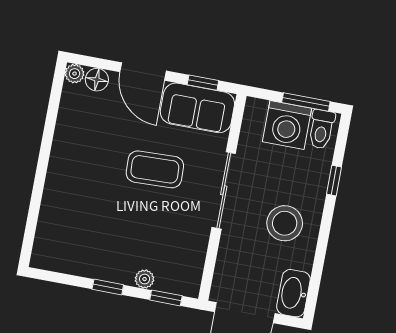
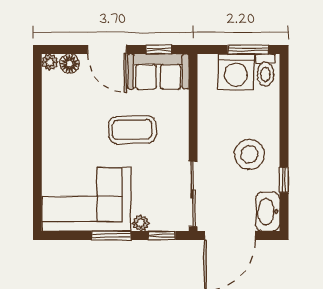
window: (334, 181) -> (284, 180), moved
sliding door: (224, 190) -> (193, 194), moved
corner sofa: (87, 240) -> (86, 199), added
window: (108, 287) -> (111, 236), width x1.50

